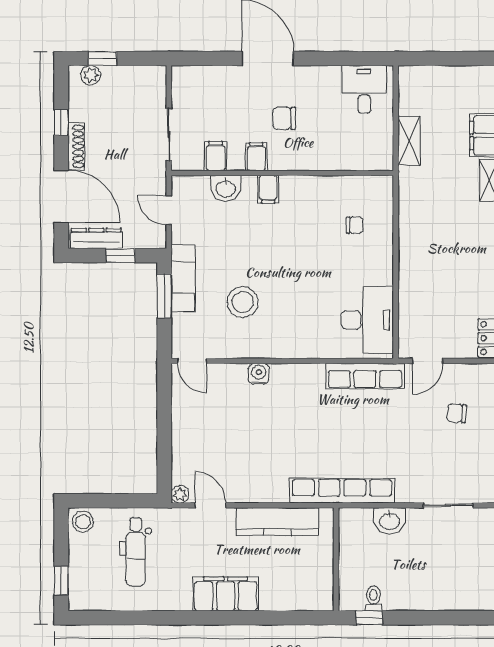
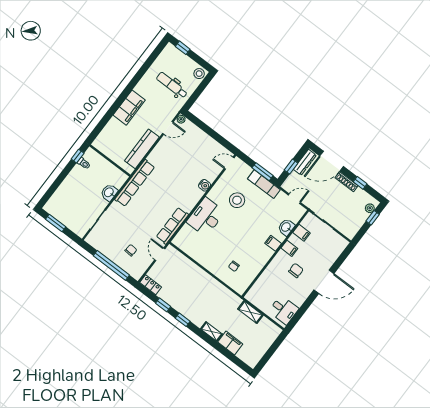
desk: (367, 320) -> (206, 217), moved, turned 90

